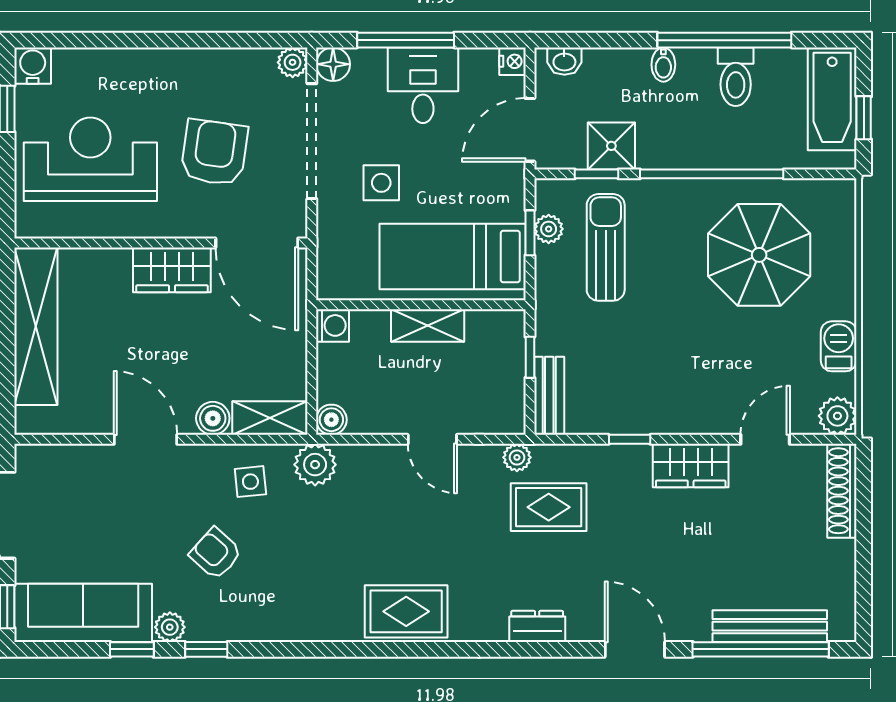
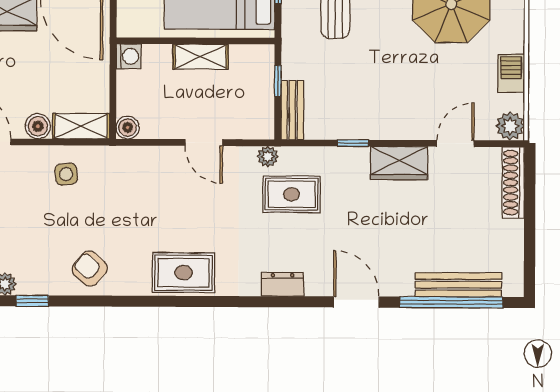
plant: (315, 465) -> (115, 161), removed
armchair: (216, 553) -> (90, 269), moved

